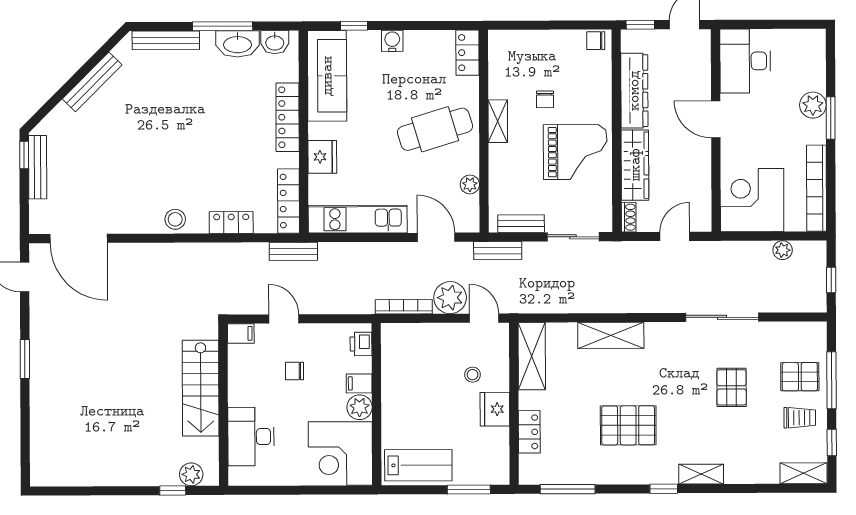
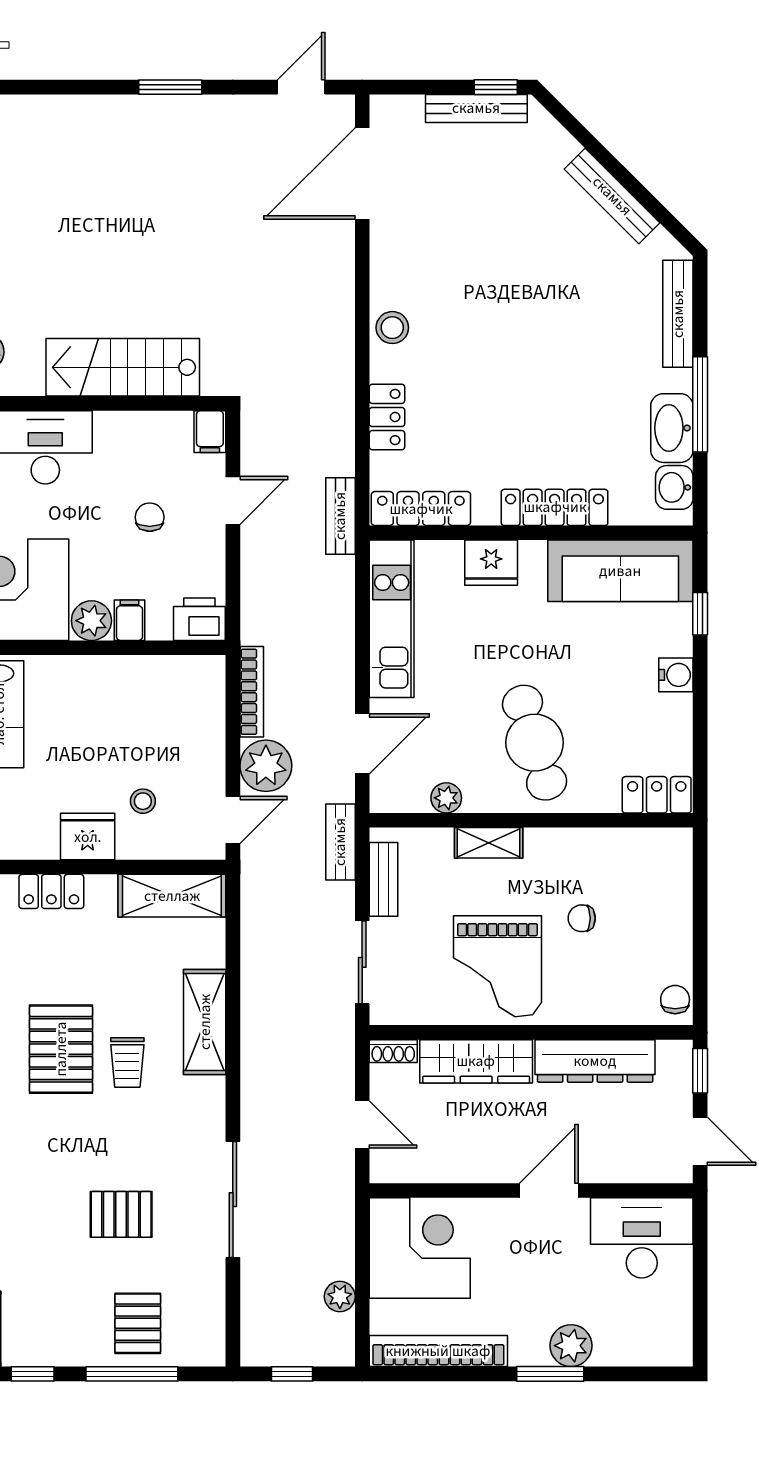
shelving: (498, 121) -> (489, 843), moved
printer: (361, 344) -> (199, 619), width x1.36, depth x1.24
trolley: (800, 418) -> (127, 1063), moved

